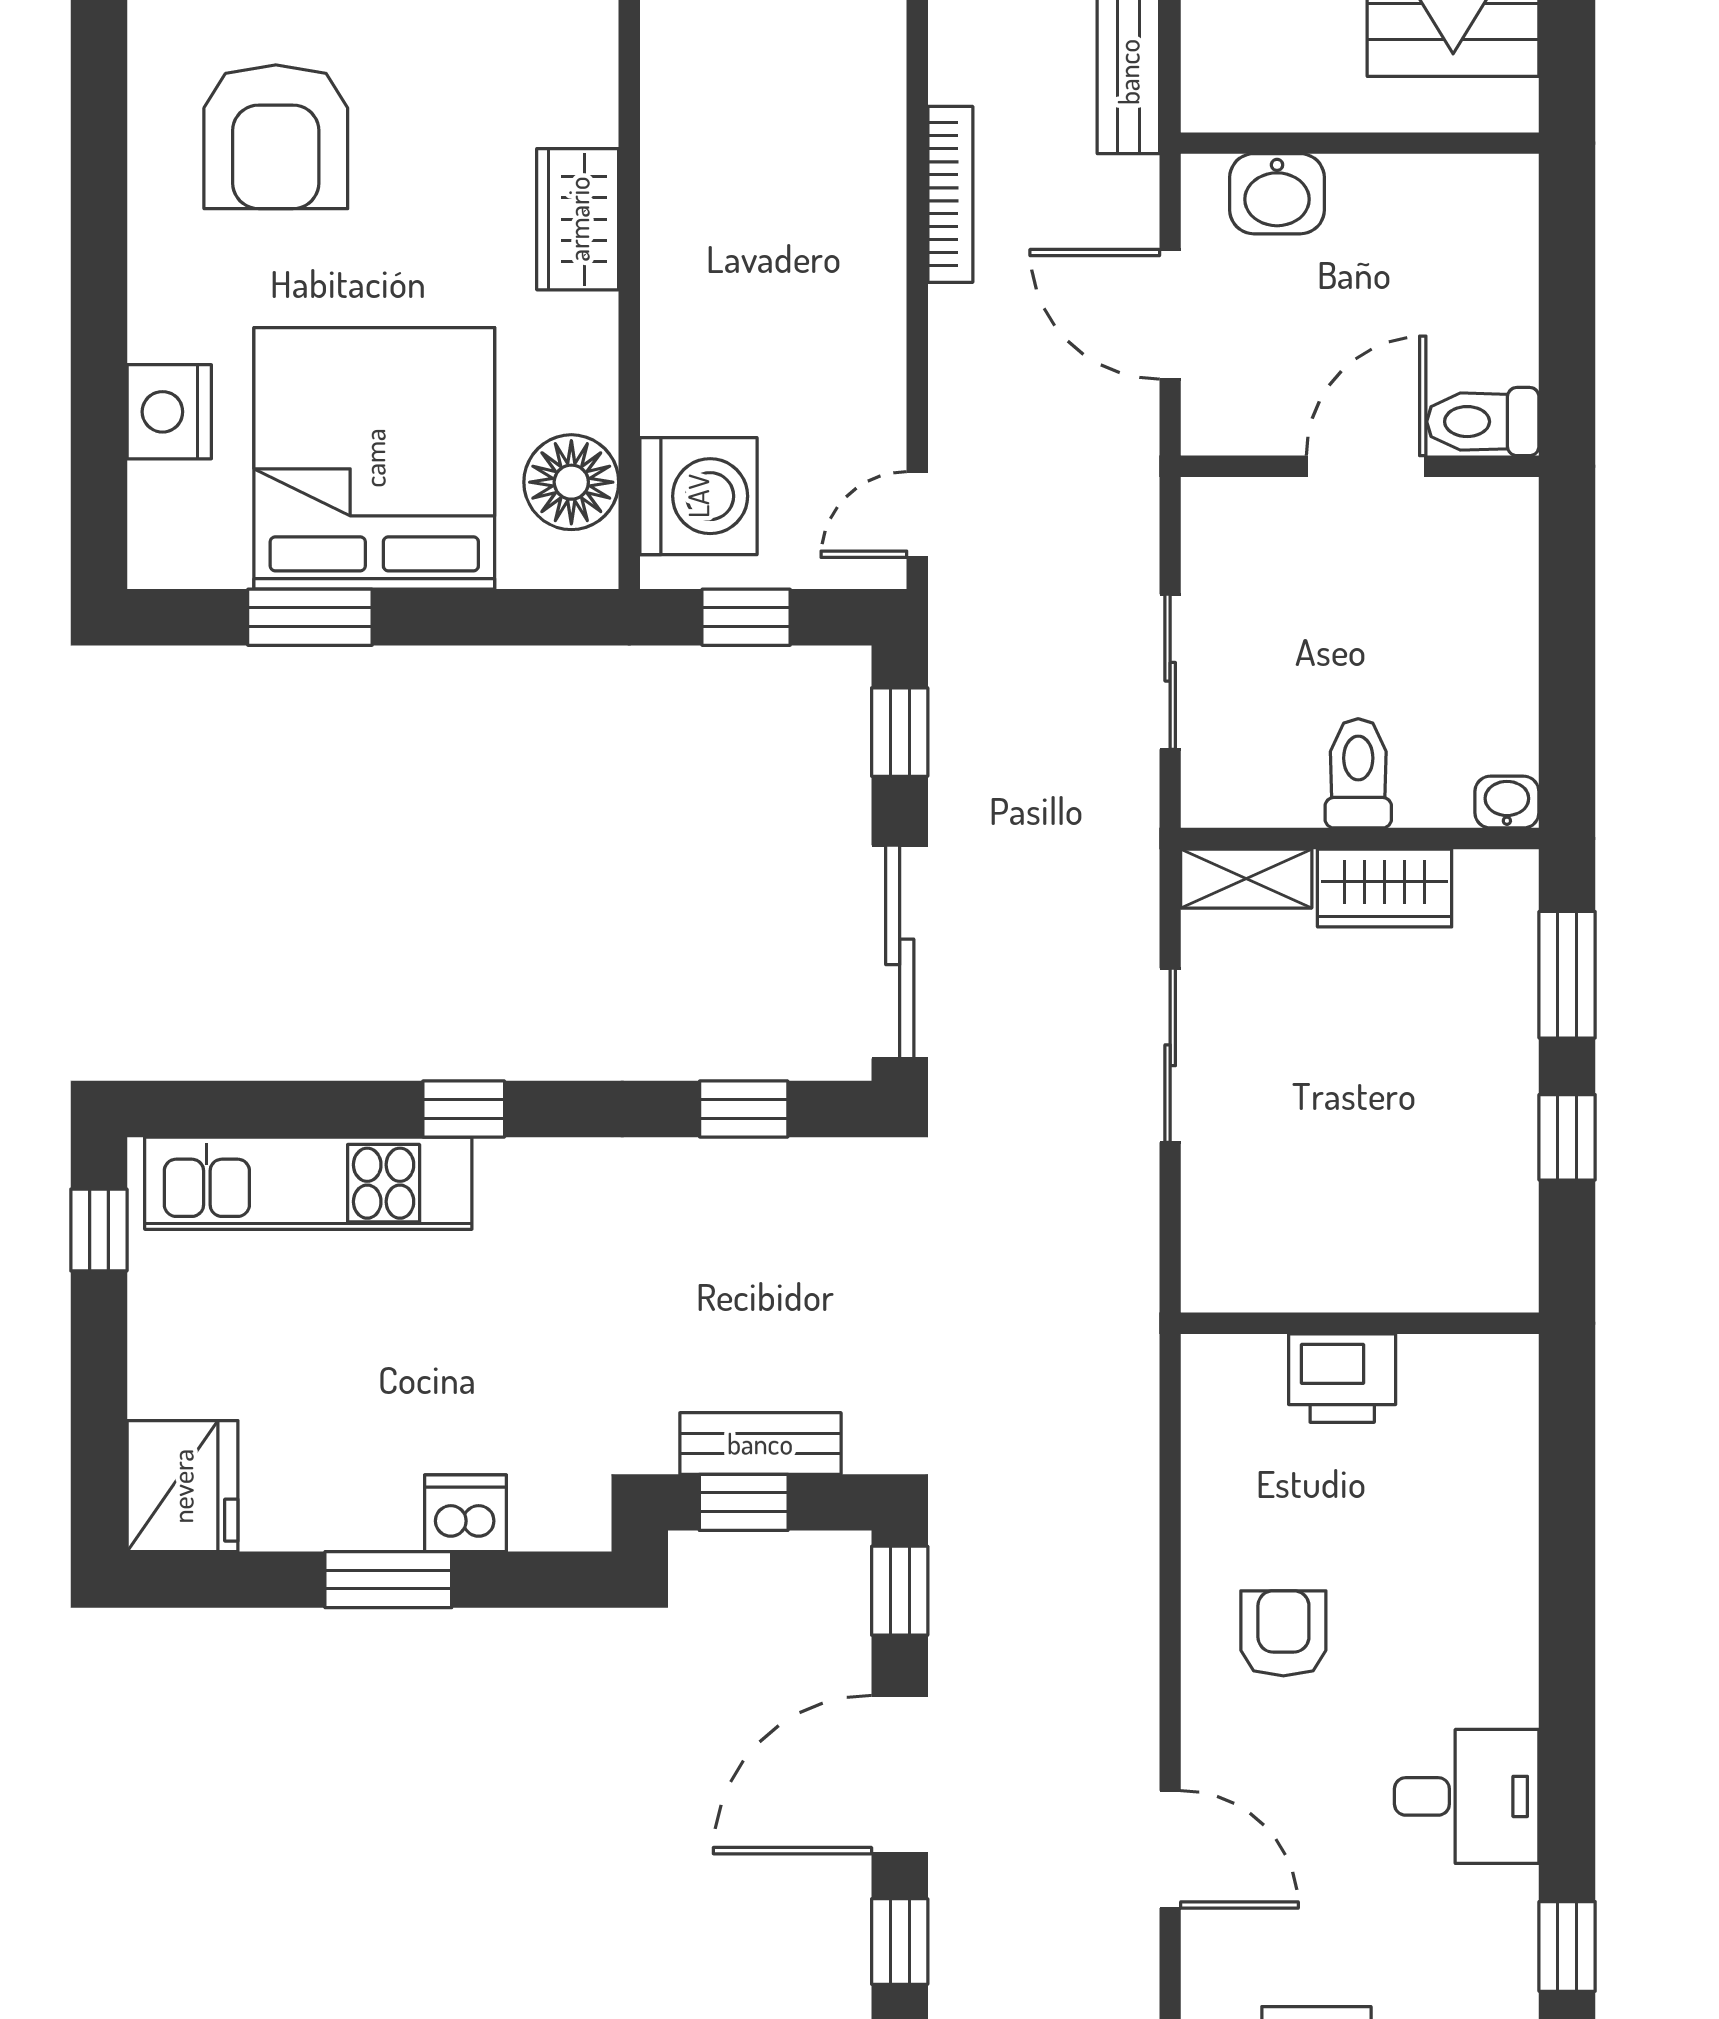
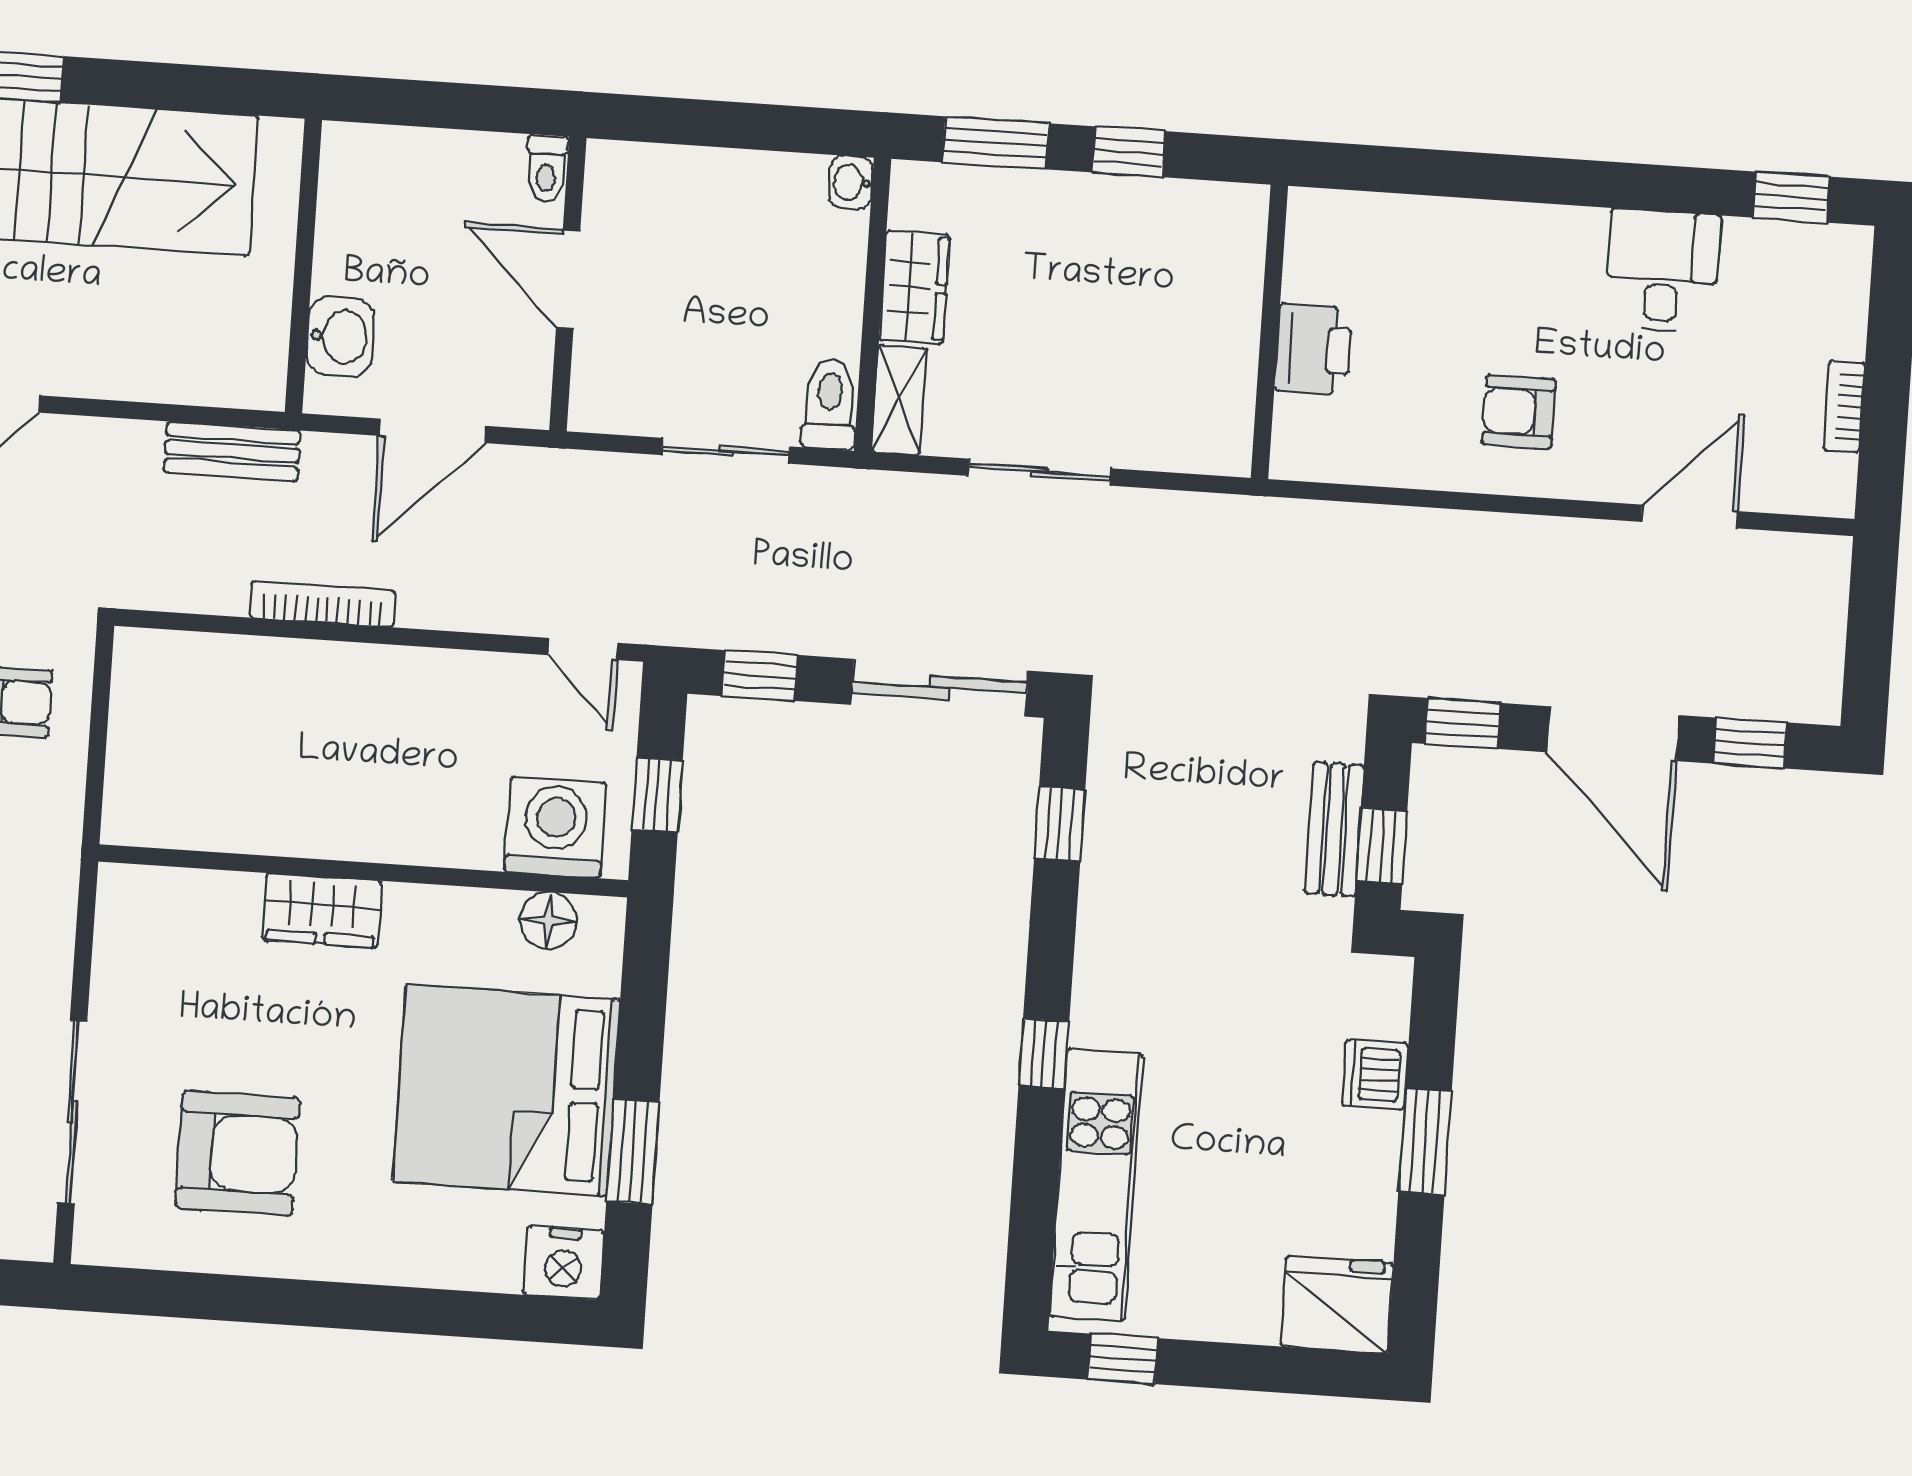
nightstand: (169, 412) -> (564, 1263), moved
toilet: (1483, 422) -> (547, 169), width x0.73, depth x0.72
floor lamp: (571, 482) -> (548, 921), width x0.73, depth x0.73
toilet: (1358, 773) -> (830, 404), moved, turned 90

